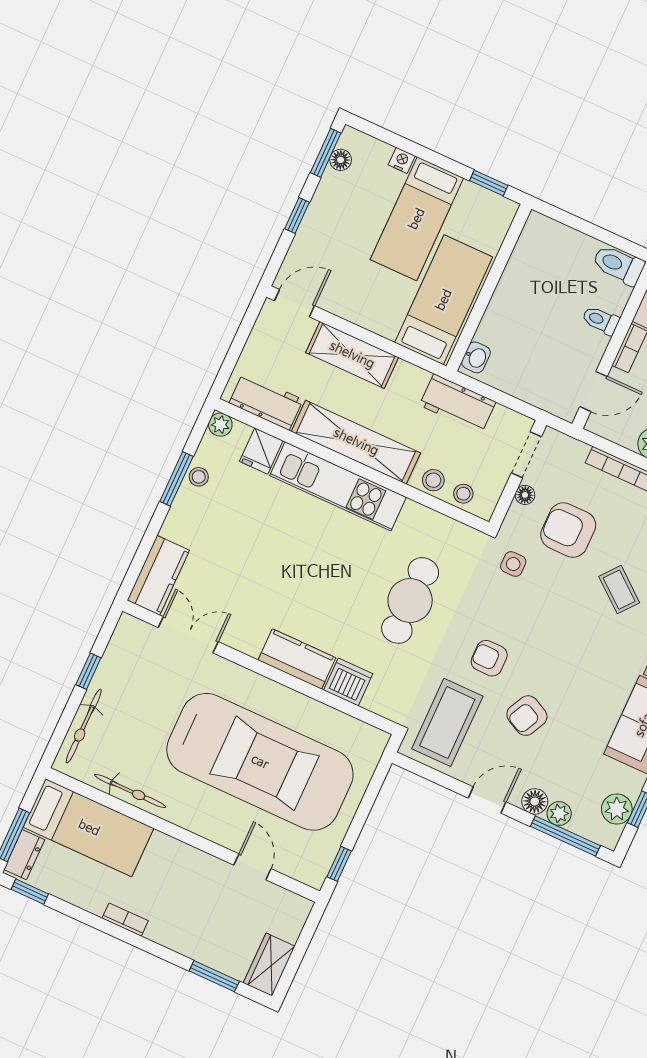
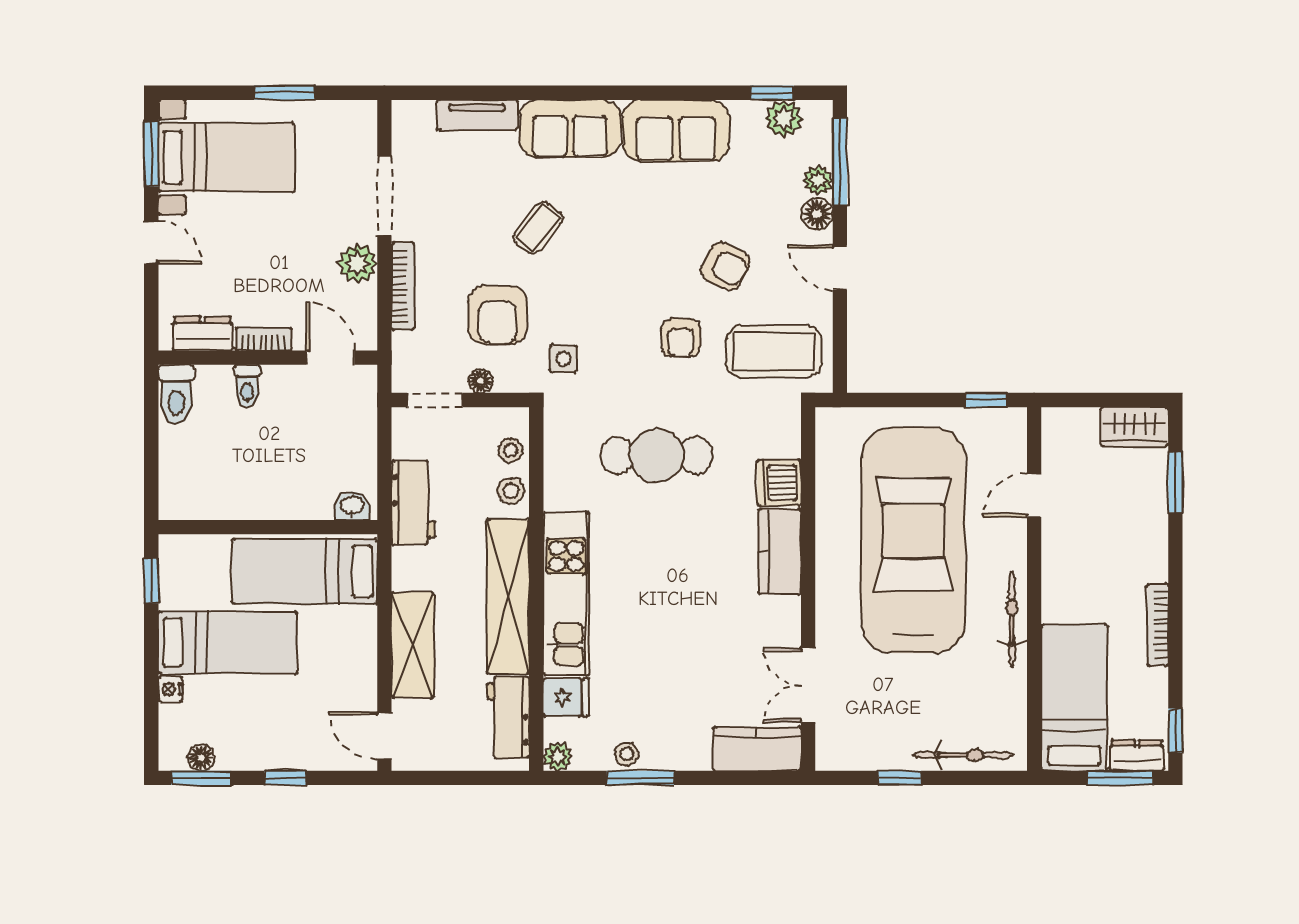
bicycle: (130, 791) -> (1012, 619), moved
bookcase: (125, 920) -> (1158, 625), width x1.56

